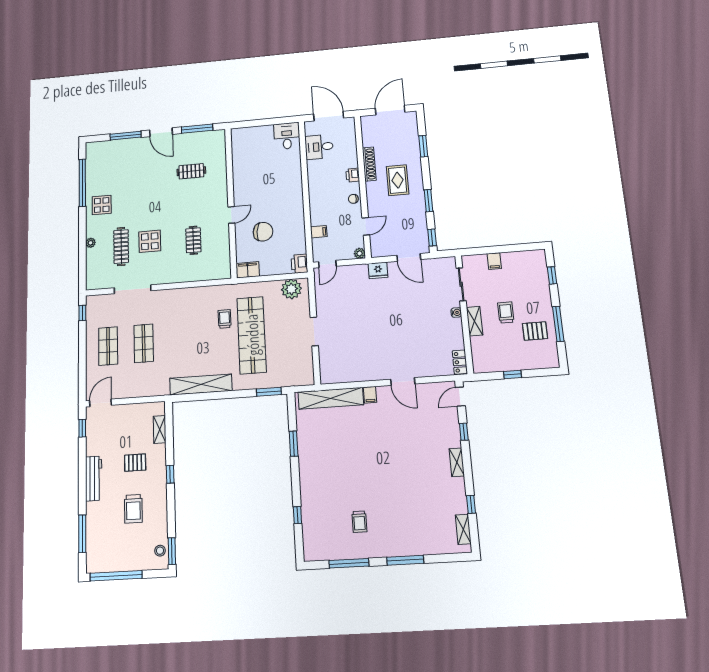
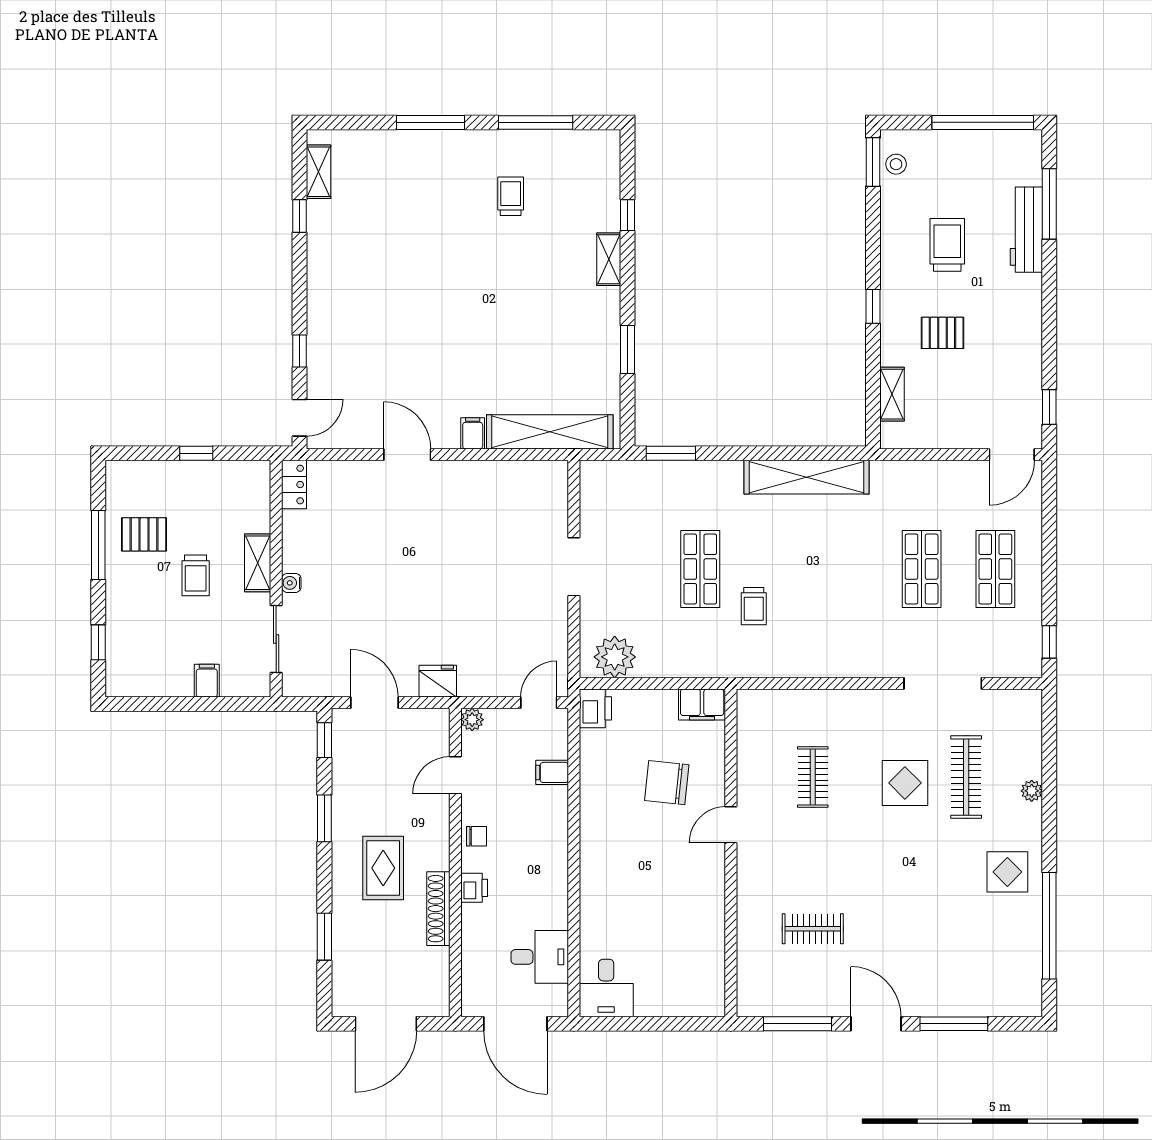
shop shelf: (252, 335) -> (700, 569), width x0.50, depth x0.74
shelving: (457, 462) -> (609, 259), moved
workbench: (94, 478) -> (1026, 230), moved

